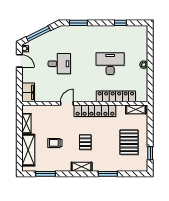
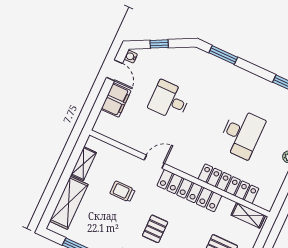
window: (38, 34) -> (159, 44), width x0.46
desk: (59, 64) -> (169, 100), turned 180
desk: (110, 64) -> (242, 134), turned 90
filing cabinet: (28, 92) -> (116, 100), moved
trolley: (55, 143) -> (122, 192), moved

